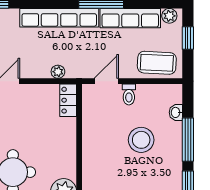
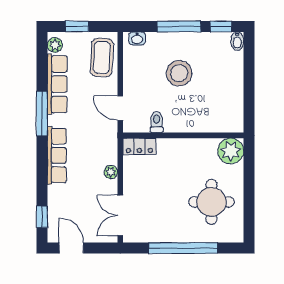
row of seats: (59, 18) -> (57, 155), width x0.73
plant: (58, 72) -> (111, 172), moved
toilet: (129, 94) -> (157, 122), moved, turned -90
washbasin: (176, 112) -> (137, 38), moved

